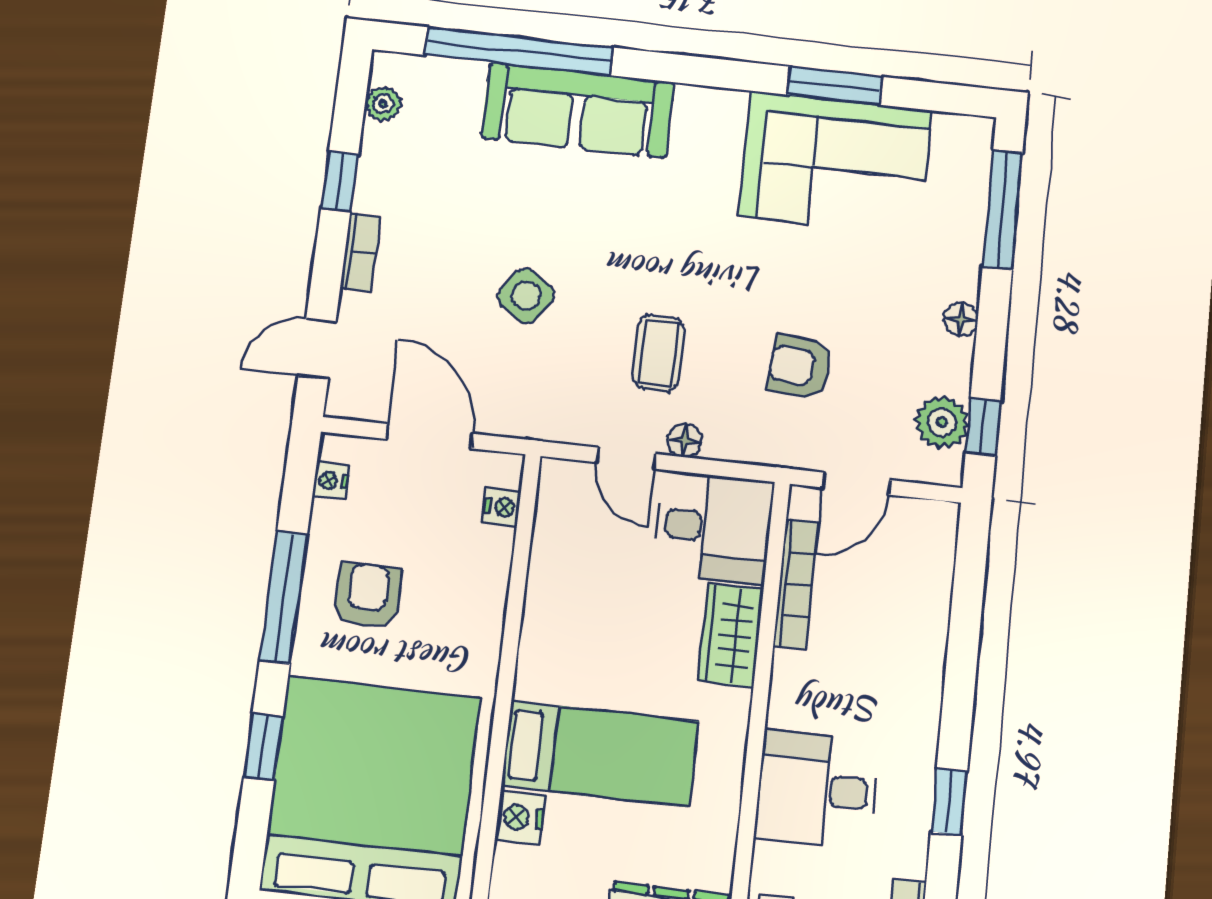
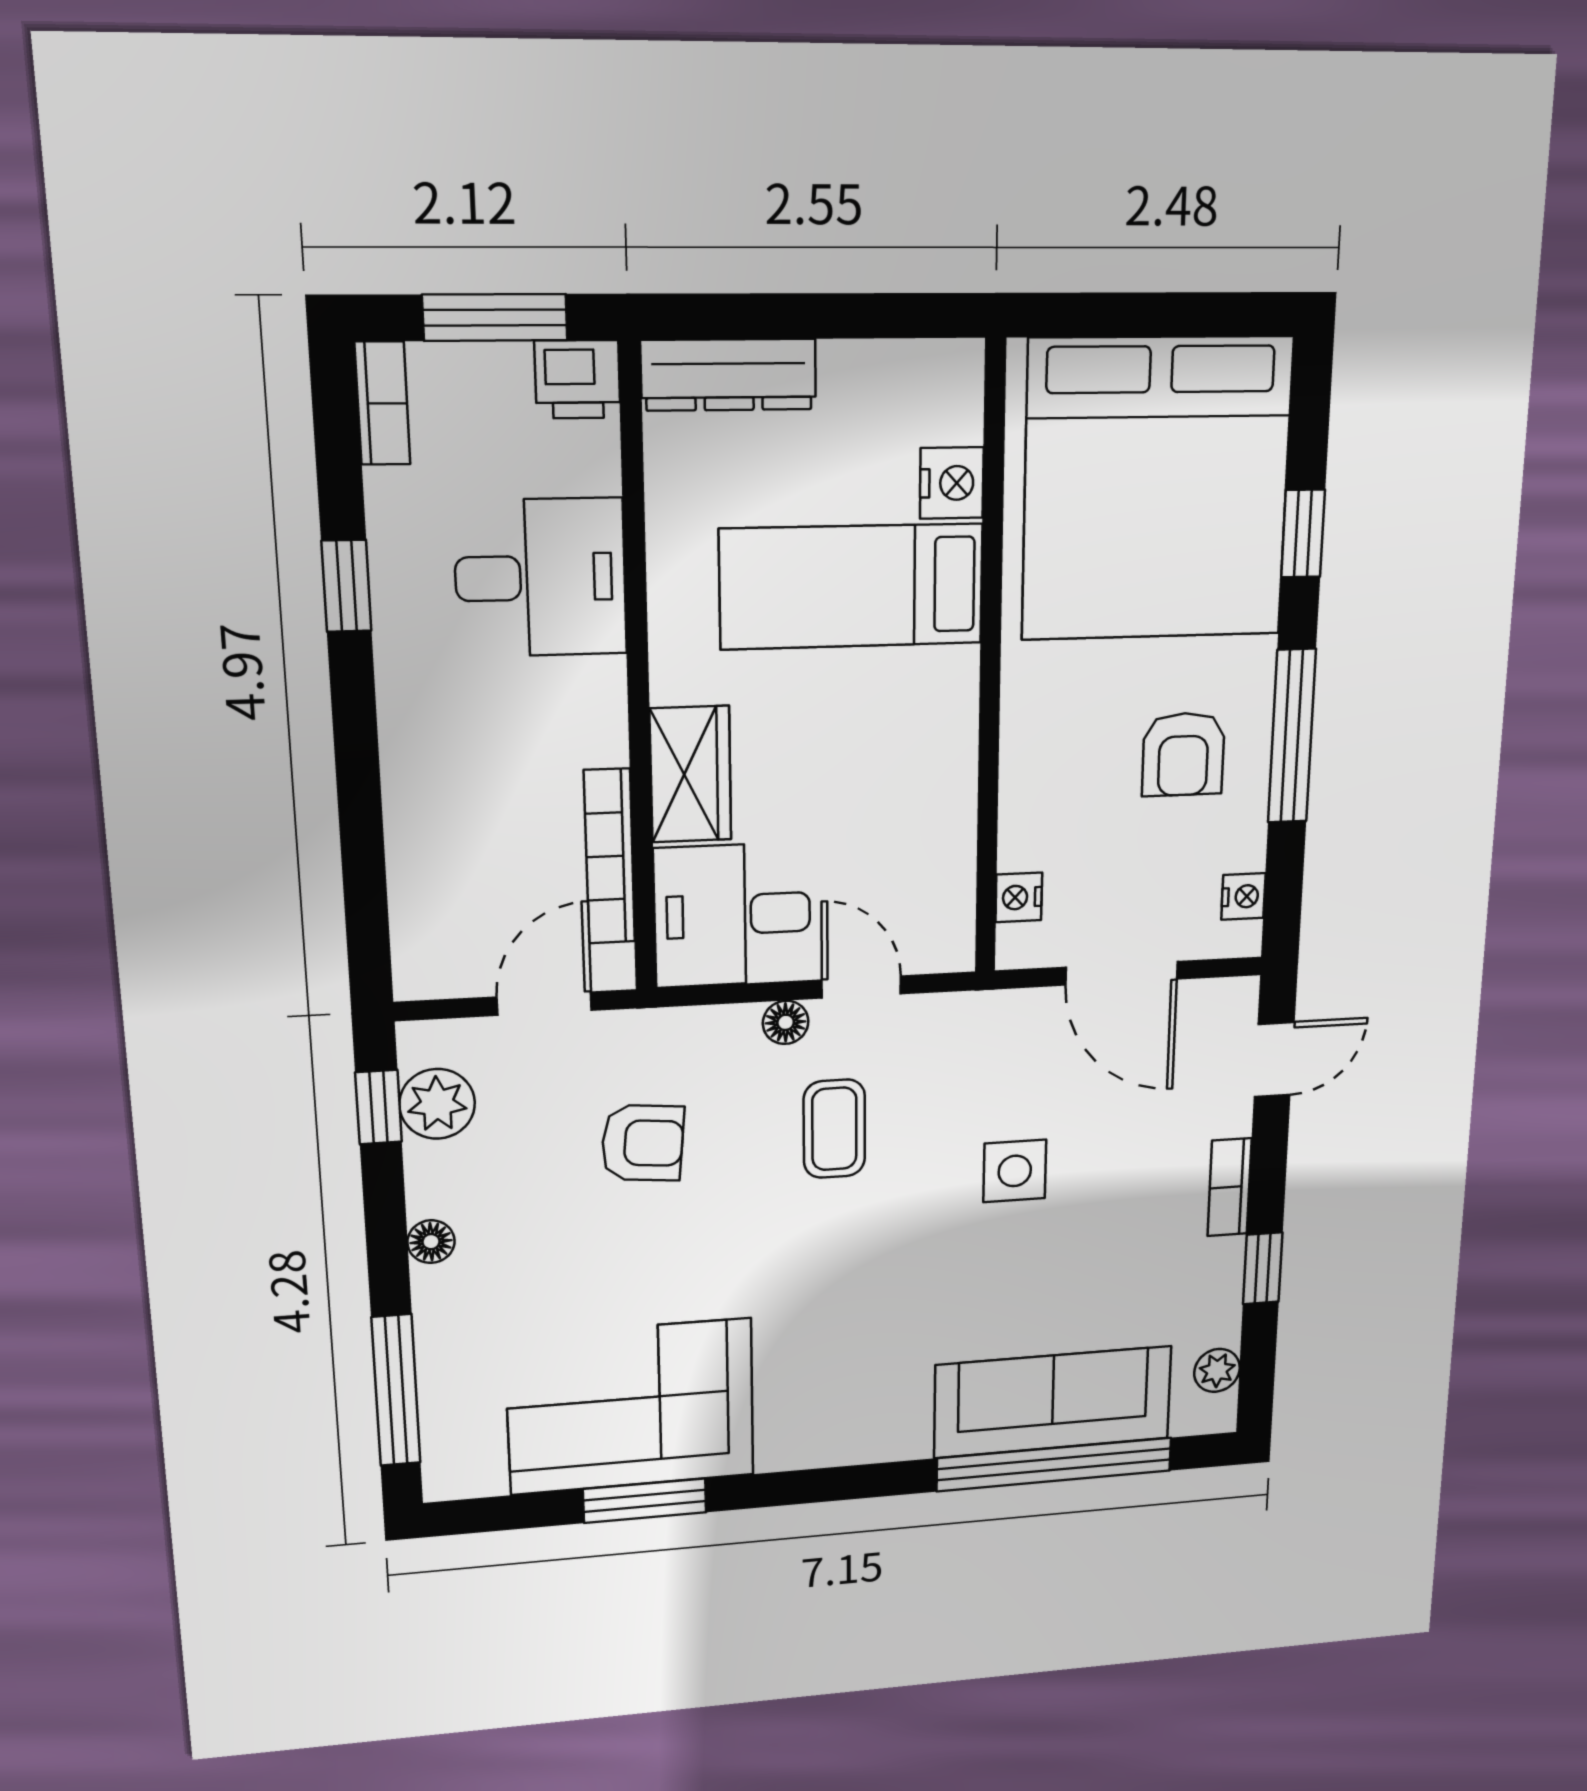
sofa: (578, 110) -> (1053, 1402), moved
side table: (526, 296) -> (1015, 1171), turned -35

